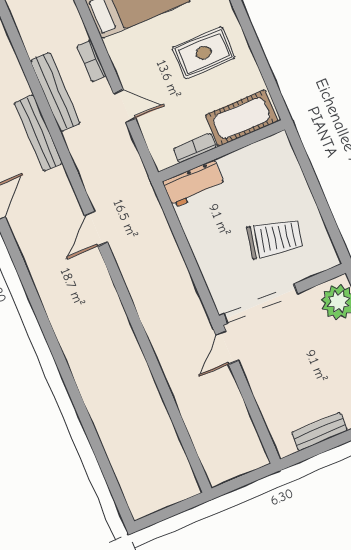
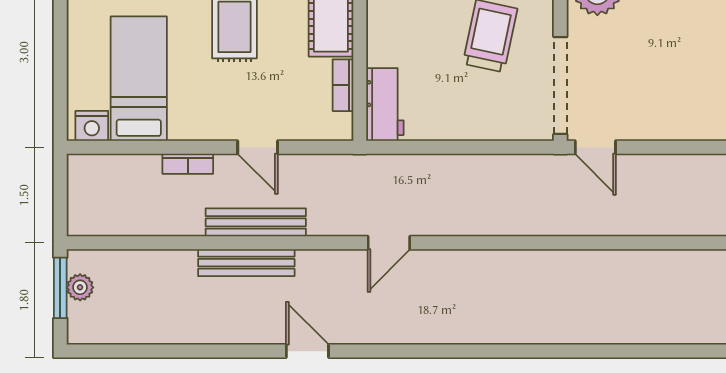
bench: (55, 92) -> (256, 222), moved
door: (124, 106) -> (258, 147), swing flipped
door: (96, 229) -> (389, 243), hinge flipped

